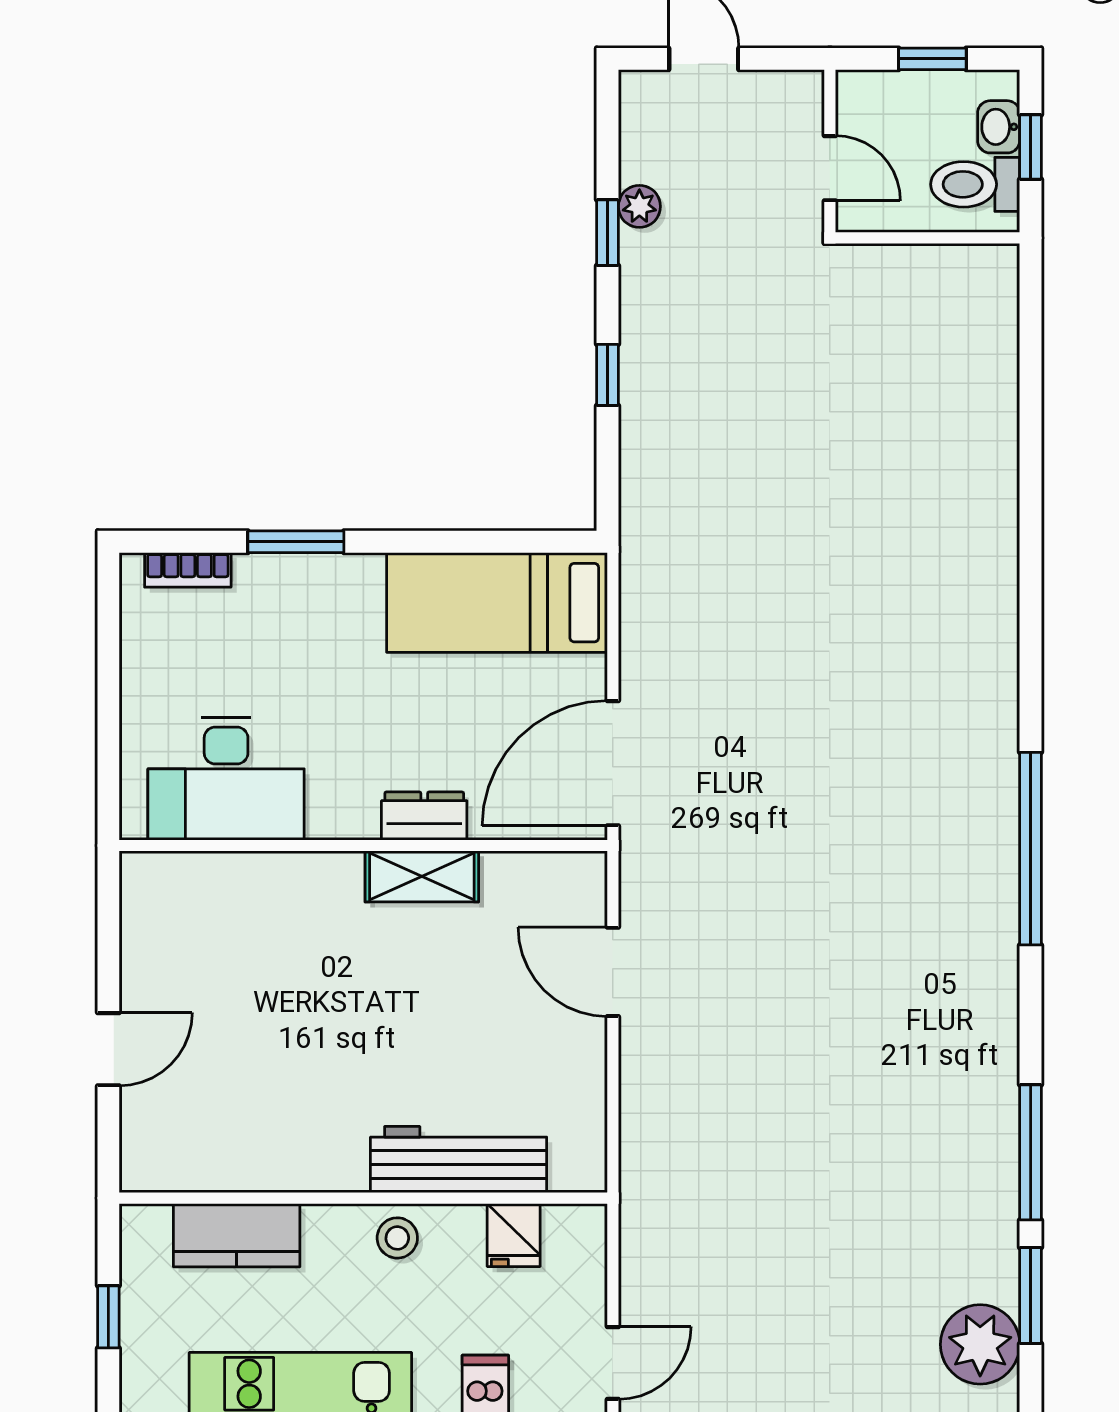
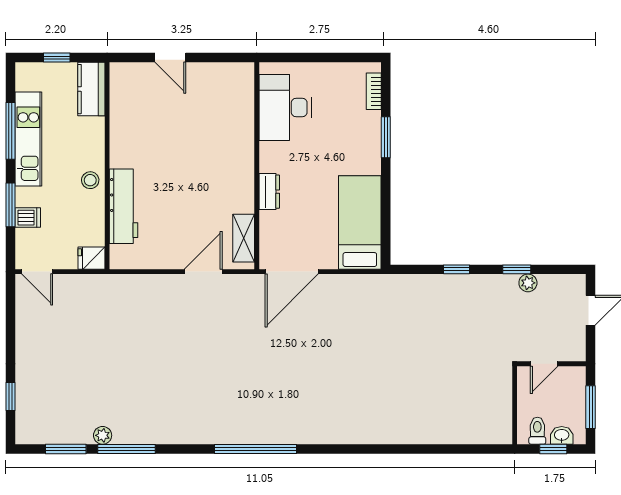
window: (932, 59) -> (591, 407), width x1.50
toilet: (975, 184) -> (537, 431), width x0.73, depth x0.72
door: (613, 763) -> (292, 272), swing flipped
shelving: (422, 876) -> (244, 238), moved
kitchen counter: (237, 1235) -> (91, 89), moved
fridge: (514, 1235) -> (91, 258), moved
plant: (980, 1344) -> (103, 435), moved, width x0.53, depth x0.53

